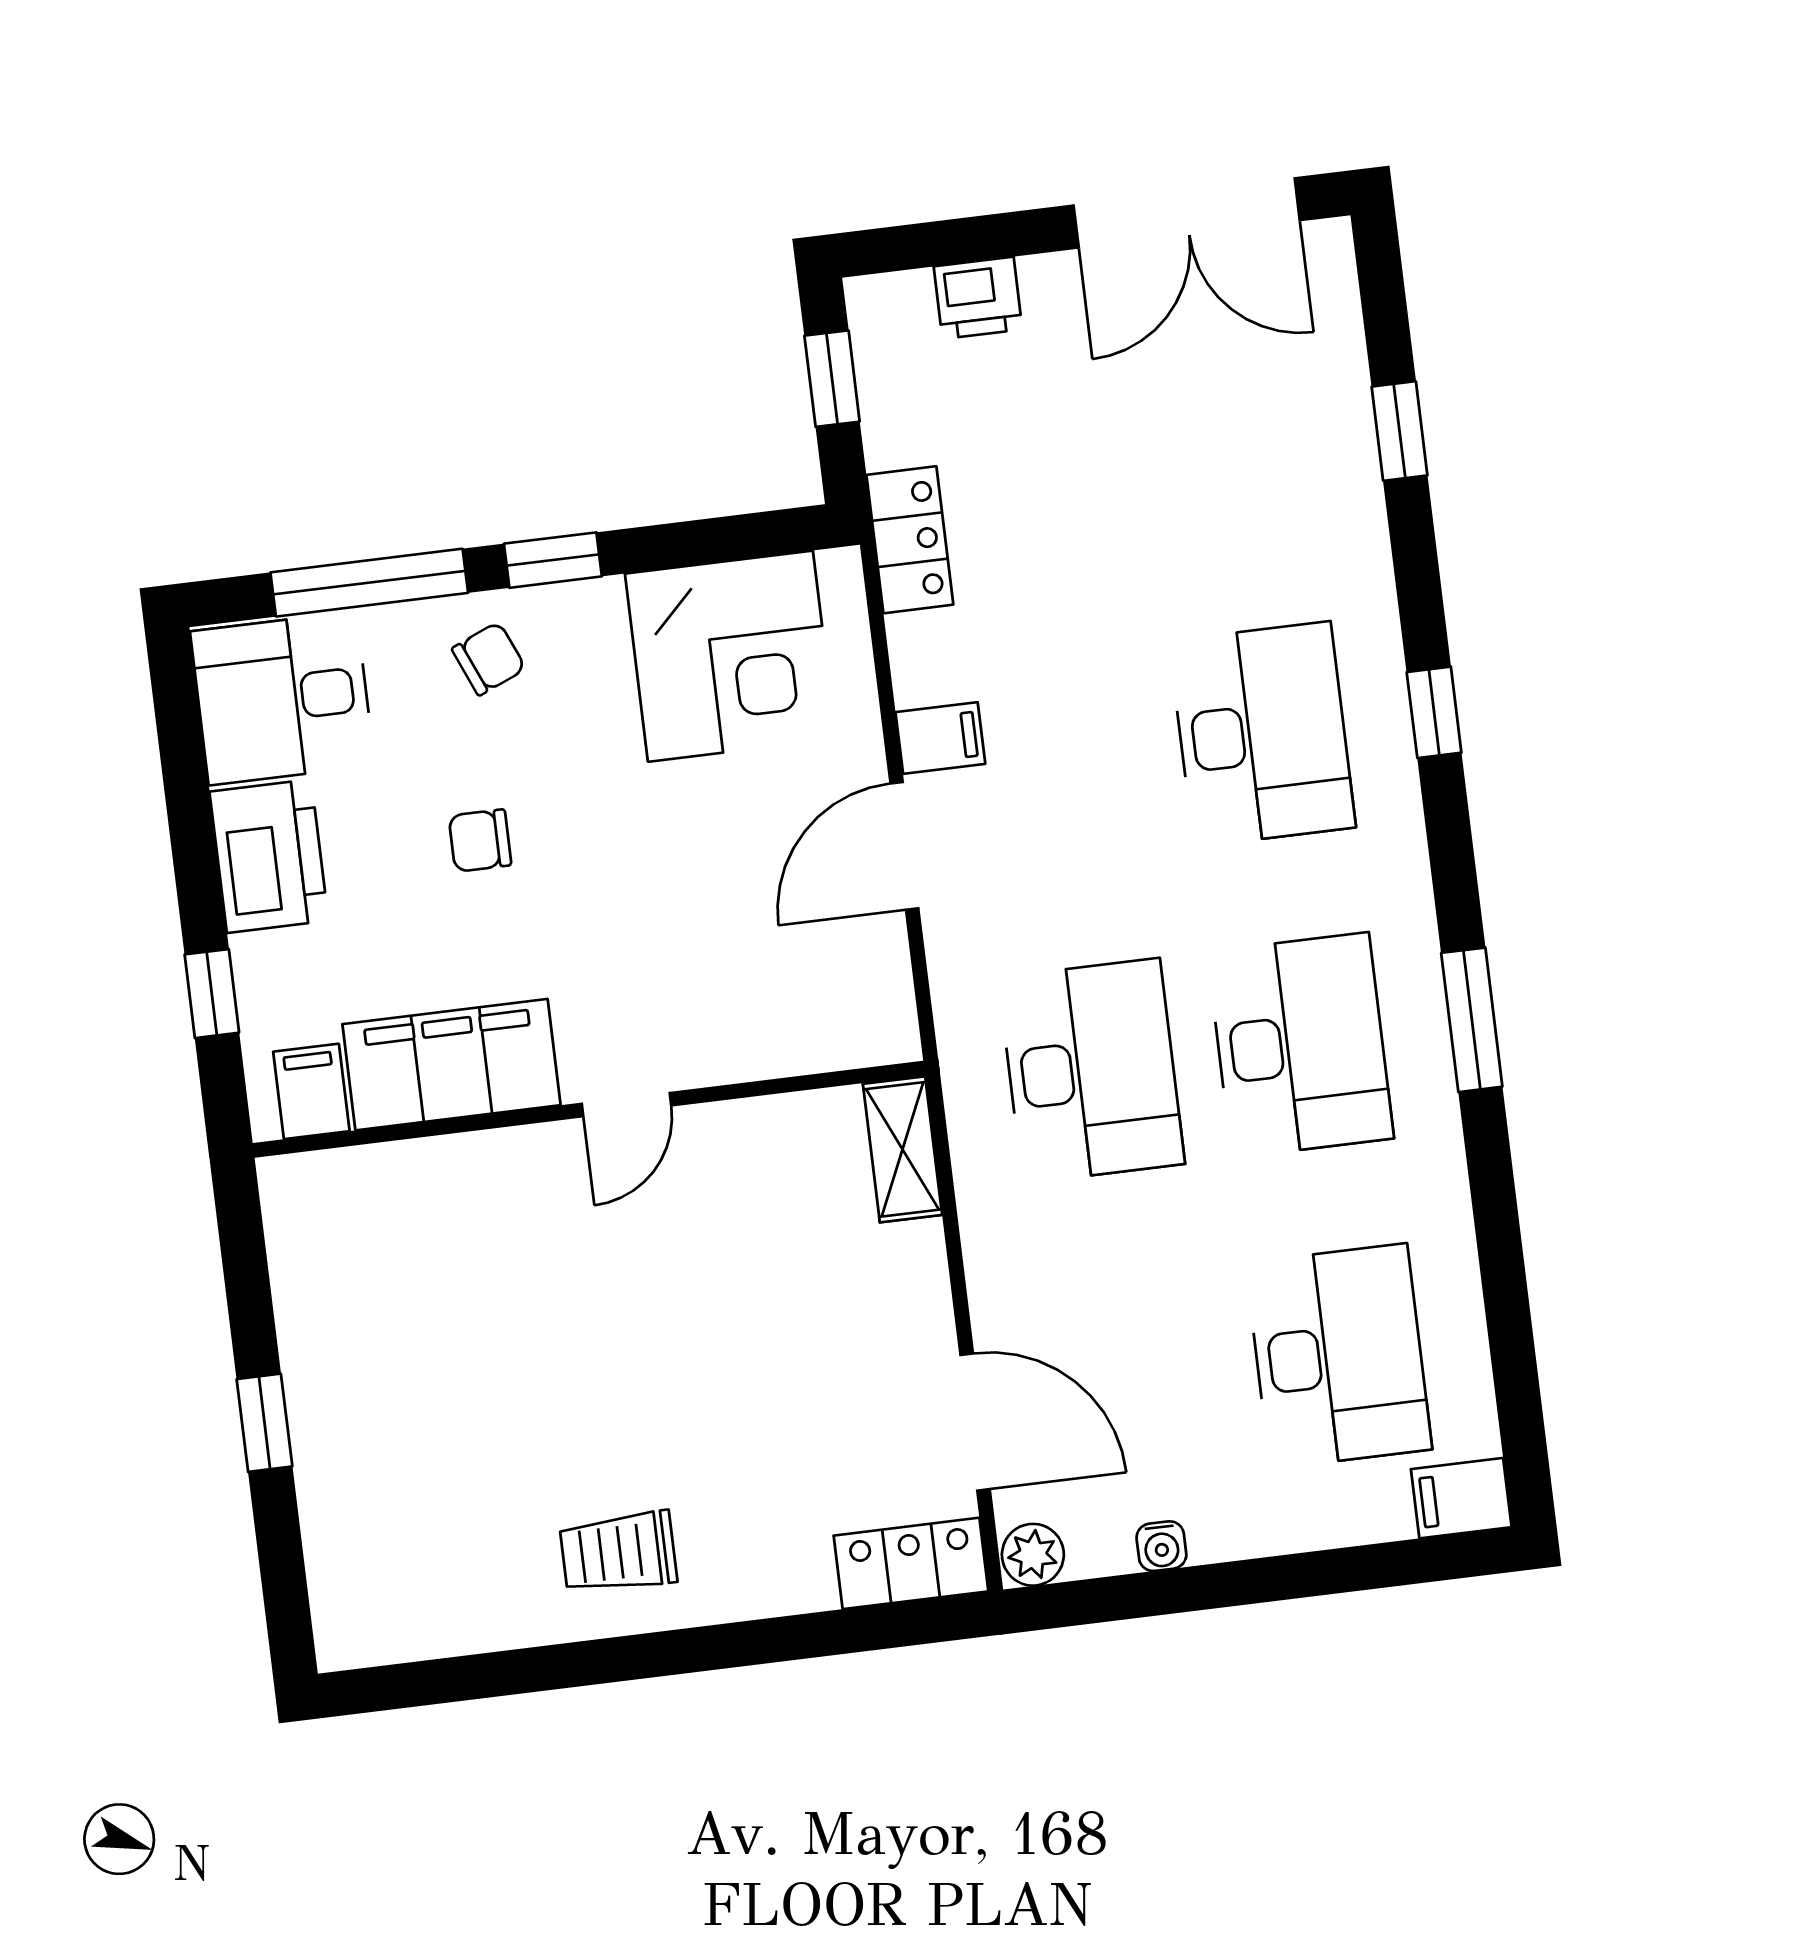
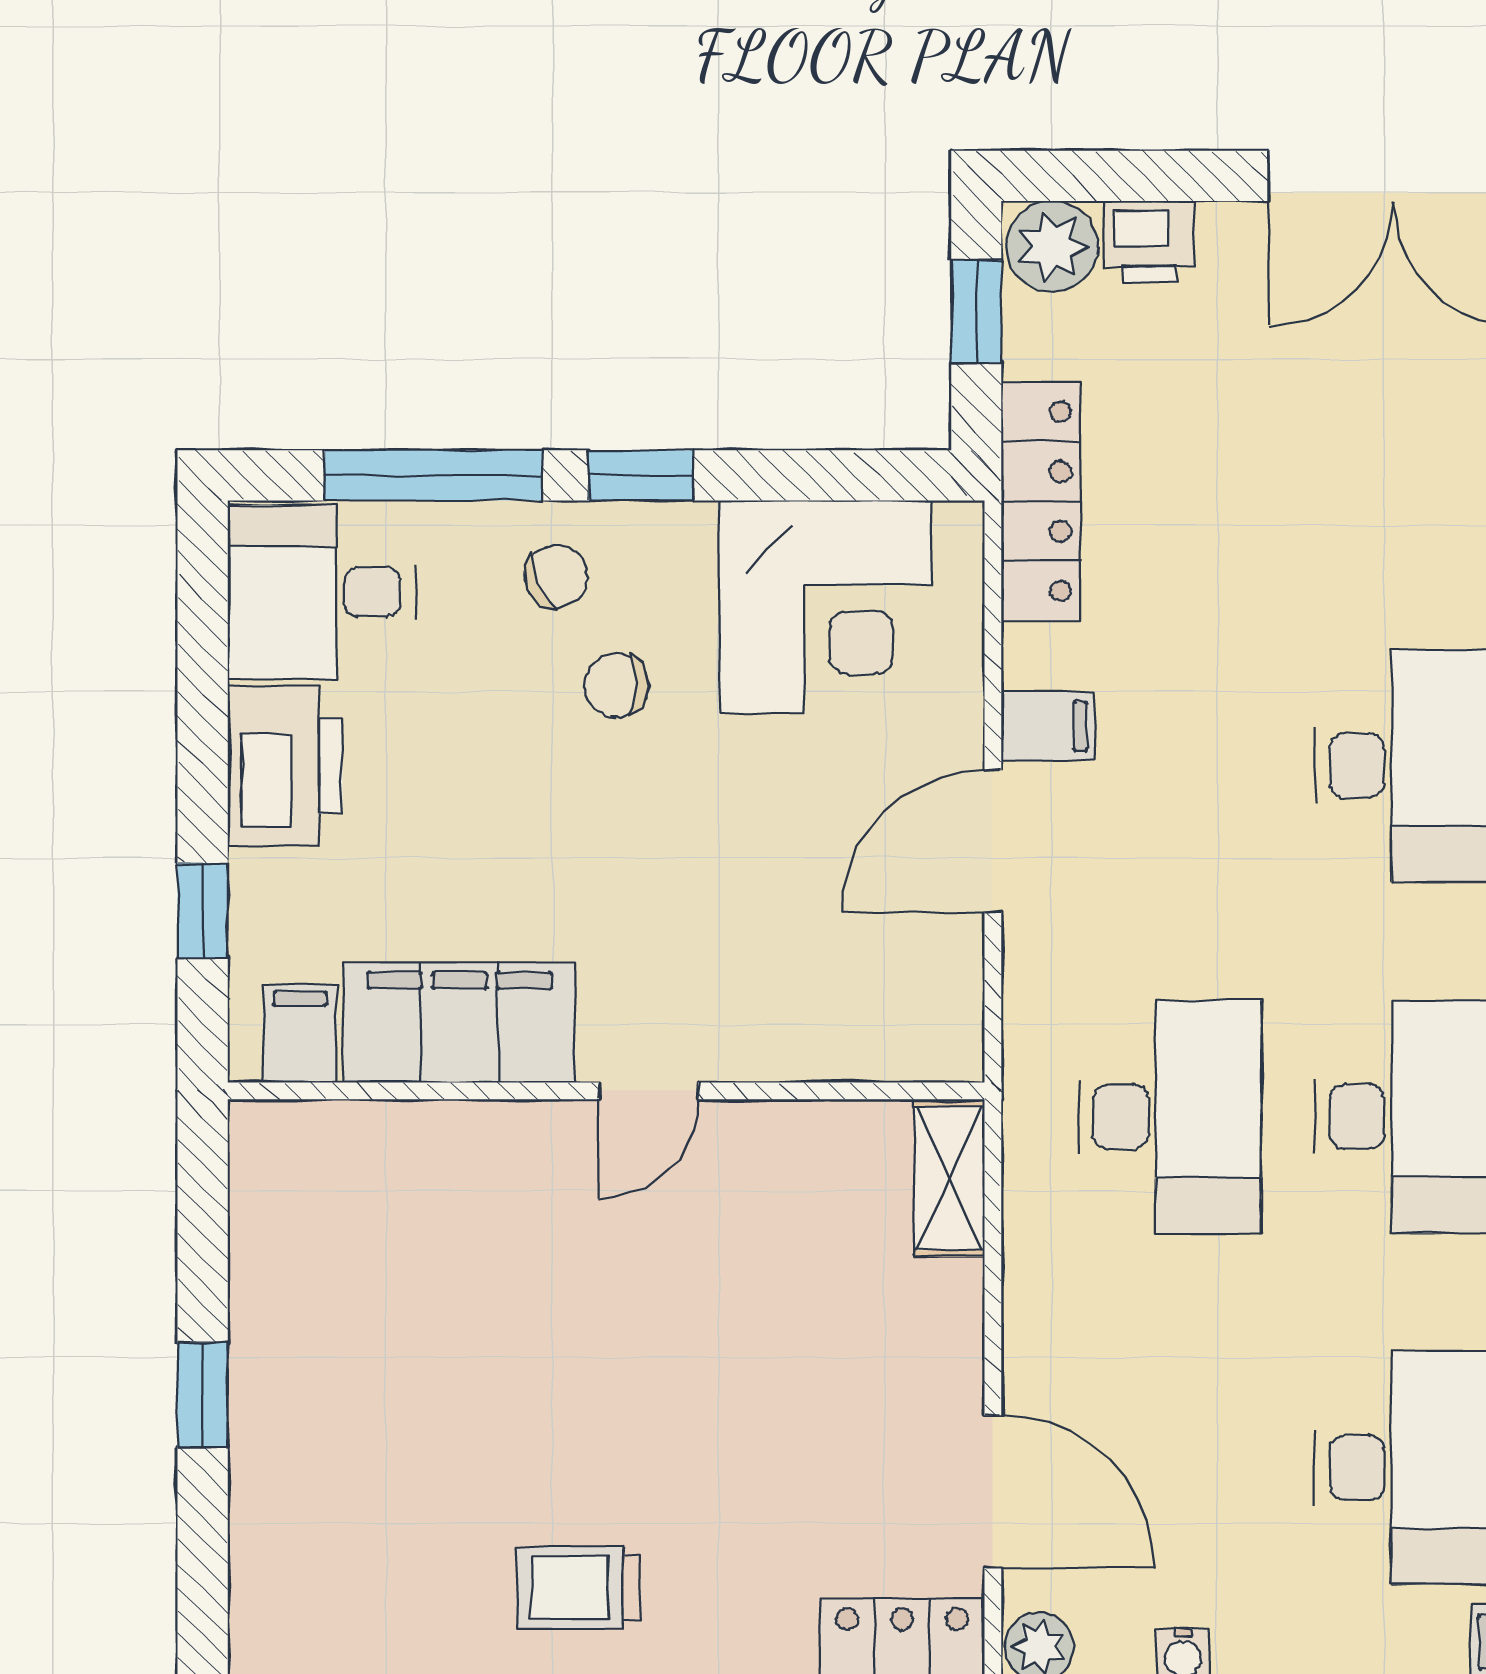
plant: (892, 313) -> (1052, 247), added
locker: (910, 540) -> (1041, 501), width x1.53
chair: (480, 840) -> (616, 685), moved

